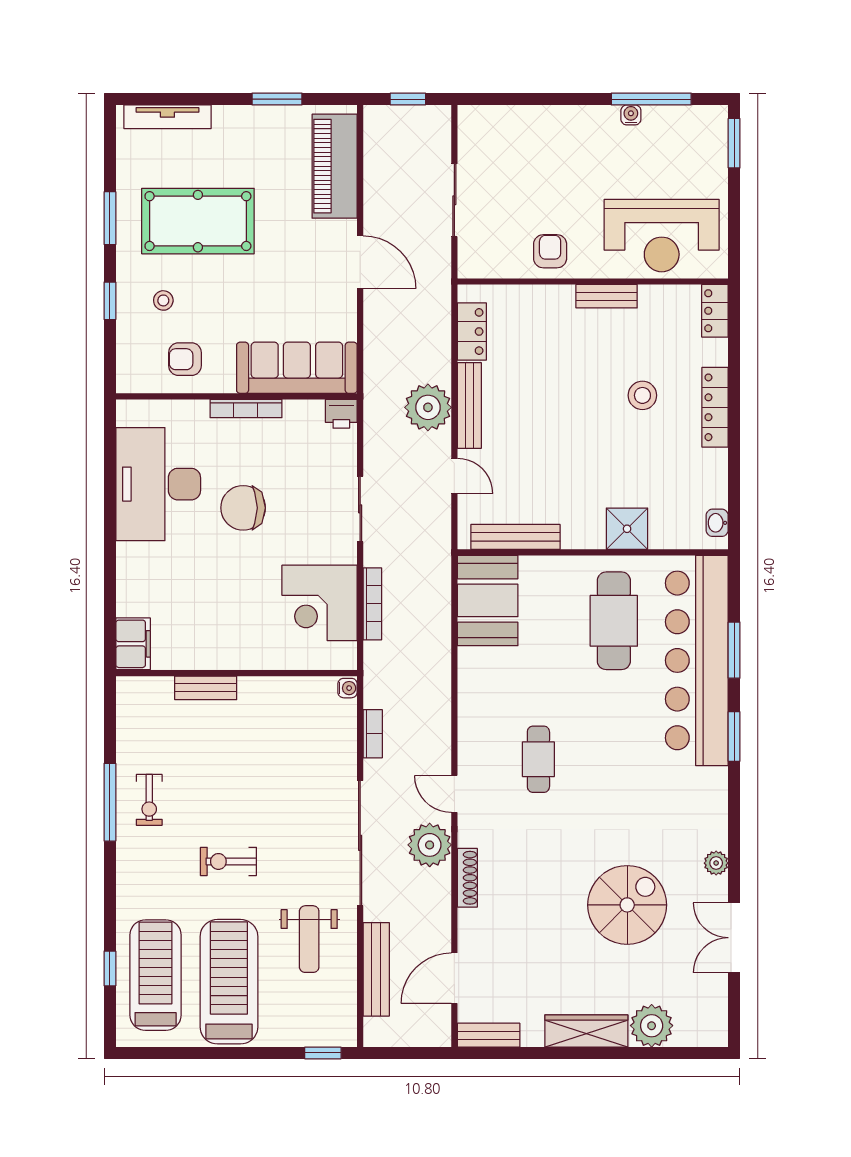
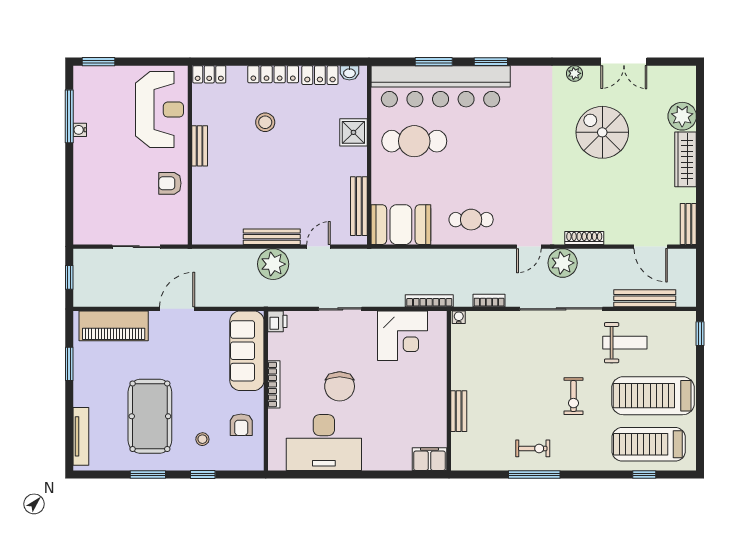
locker: (472, 332) -> (320, 75), moved, turned 180
bookcase: (372, 604) -> (429, 301), moved
cafe table: (538, 759) -> (471, 220), moved

